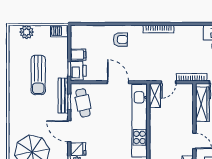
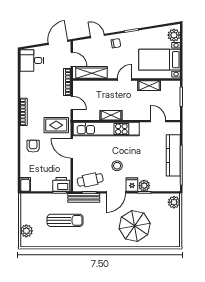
barbecue: (59, 31) -> (25, 202), removed
filing cabinet: (78, 55) -> (25, 184), moved
rug: (144, 65) -> (56, 125), added
door: (118, 82) -> (72, 148), hinge flipped
shelving: (155, 95) -> (111, 115), moved
stool: (99, 133) -> (117, 166), added

